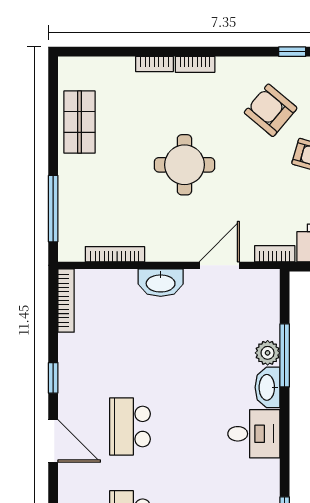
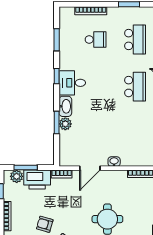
washbasin: (161, 283) -> (114, 162), width x0.52, depth x0.69
window: (285, 355) -> (57, 123), width x0.69
window: (285, 447) -> (57, 76), added

